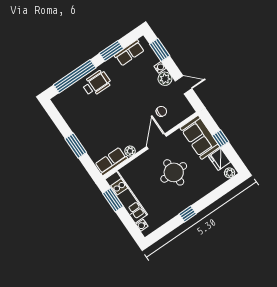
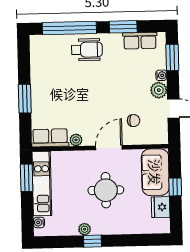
plant: (230, 173) -> (85, 229), moved

